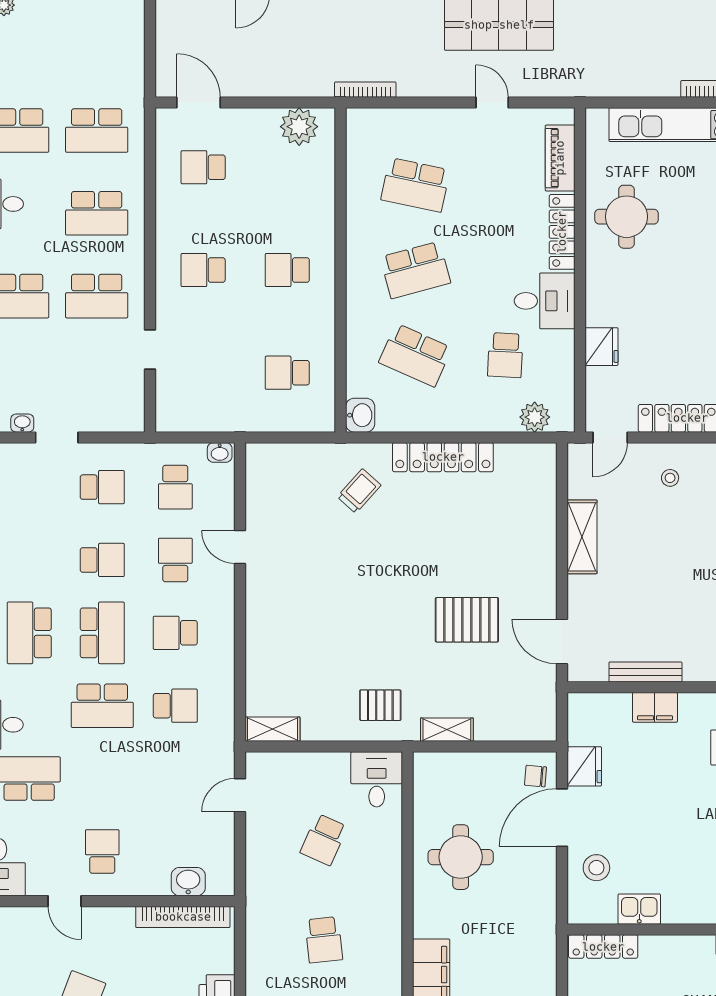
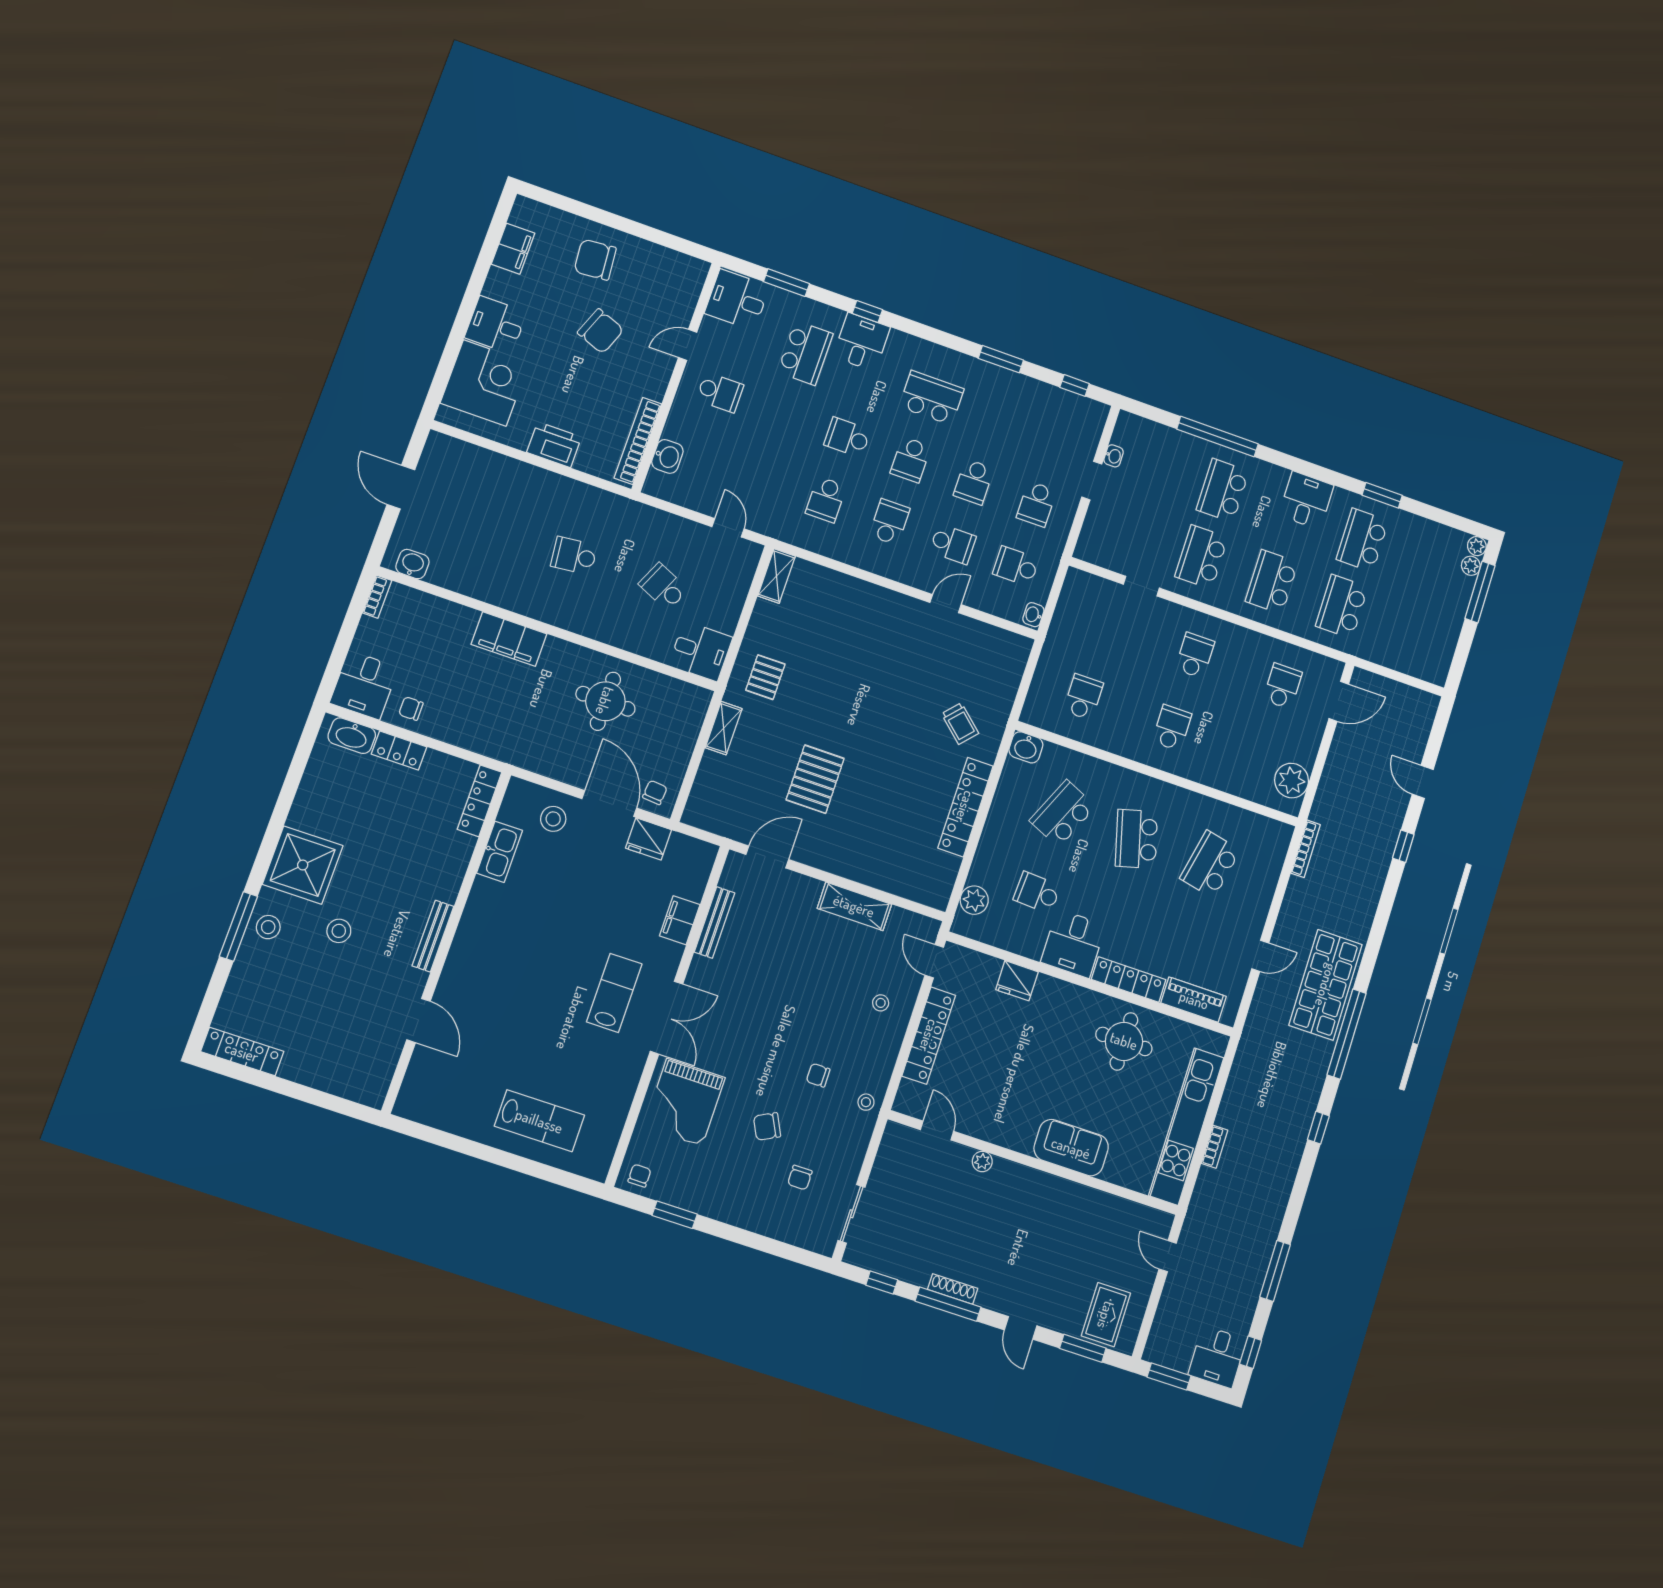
school desk: (102, 633) -> (911, 460), width x0.54
school desk: (102, 706) -> (847, 437), width x0.54
kitchen sink: (639, 909) -> (499, 852), width x1.38

